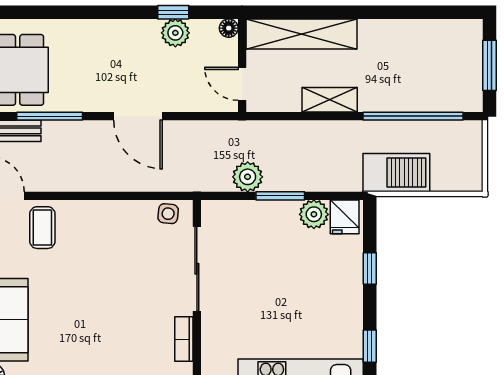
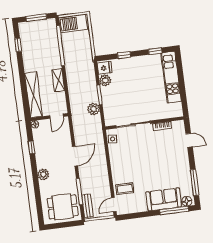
window: (428, 12) -> (18, 45), added
plant: (175, 33) -> (43, 174), moved
barbecue: (396, 173) -> (73, 23), moved, turned -90

